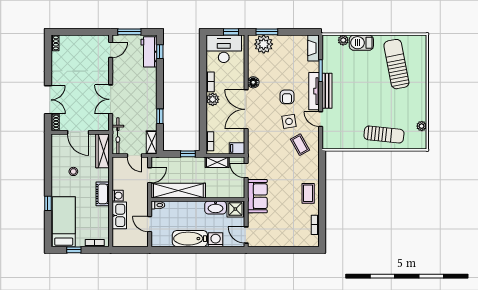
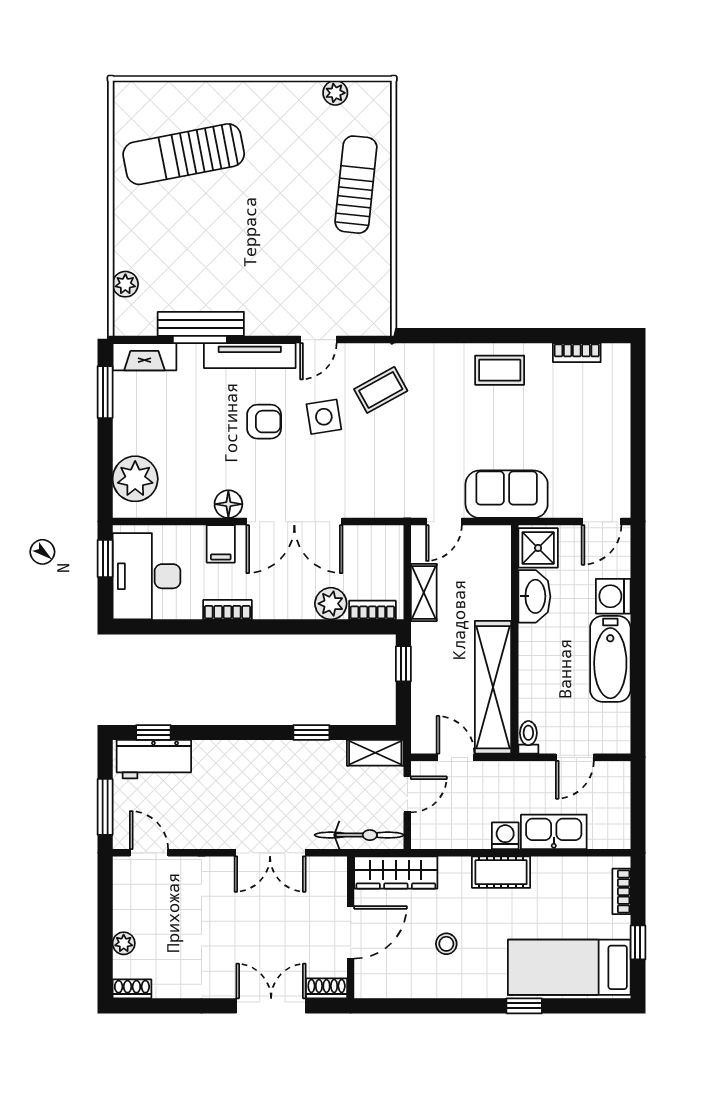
window: (267, 32) -> (105, 392), moved
plant: (74, 39) -> (124, 943), added
barbecue: (361, 43) -> (132, 240), removed
bench: (327, 91) -> (201, 324), moved
plant: (213, 99) -> (331, 604), moved
filing cabinet: (237, 148) -> (221, 544), moved

